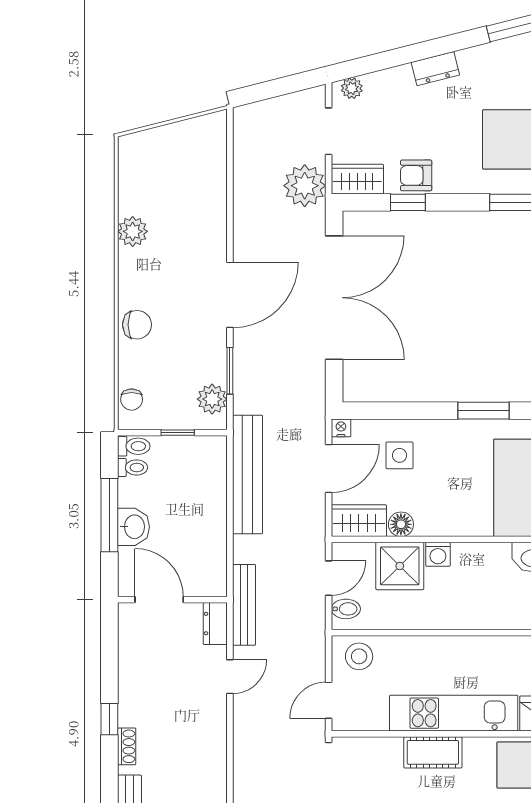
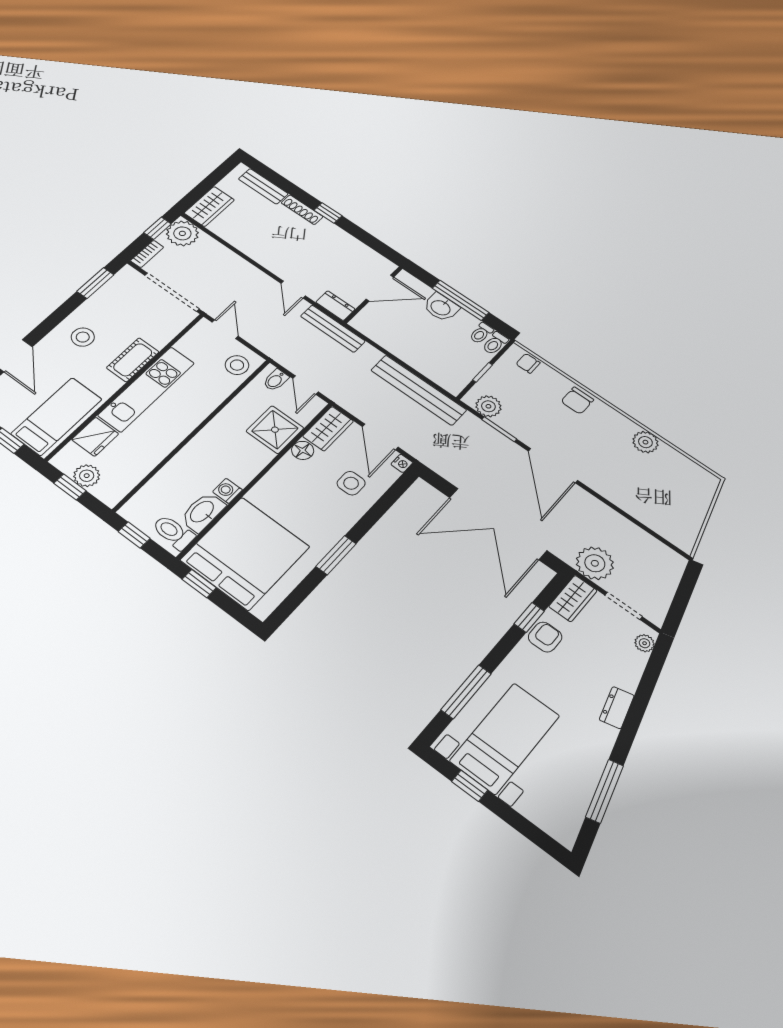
washing machine: (438, 554) -> (227, 491), moved
shoe rack: (127, 746) -> (302, 210), width x1.43

